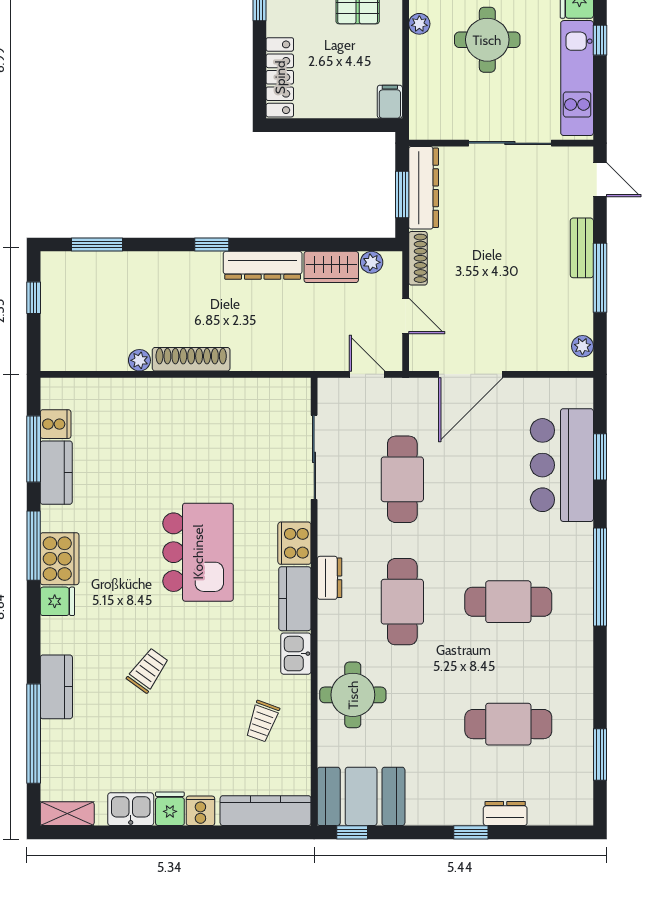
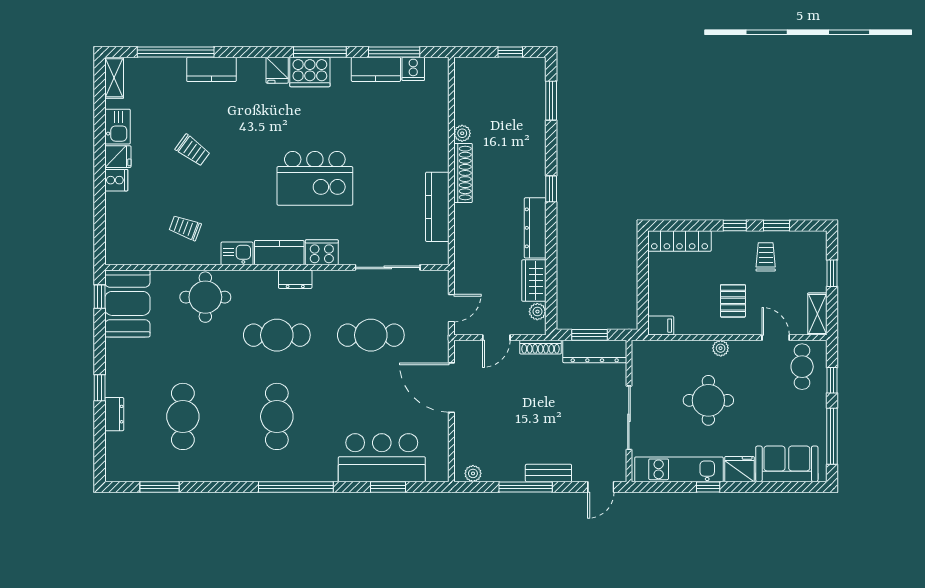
trolley: (148, 670) -> (193, 150), moved
kitchen counter: (266, 811) -> (437, 207), moved, turned 180

